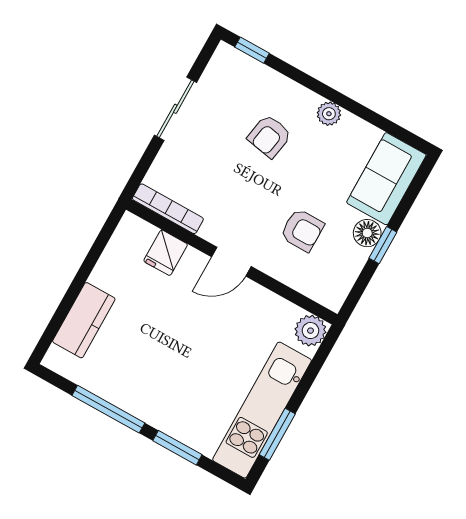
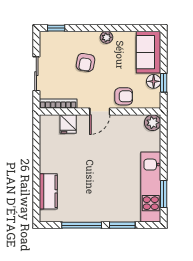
bookcase: (168, 209) -> (58, 104), moved
fridge: (166, 253) -> (68, 124), moved
door: (231, 262) -> (100, 112), moved
wall: (232, 262) -> (100, 112), moved
plant: (310, 331) -> (153, 123), moved

